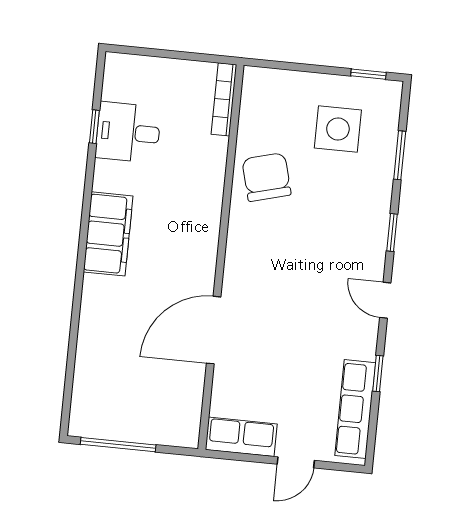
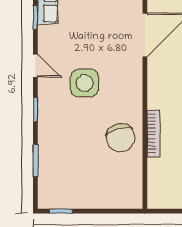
bookcase: (224, 99) -> (153, 133), moved
side table: (338, 129) -> (84, 83), moved

